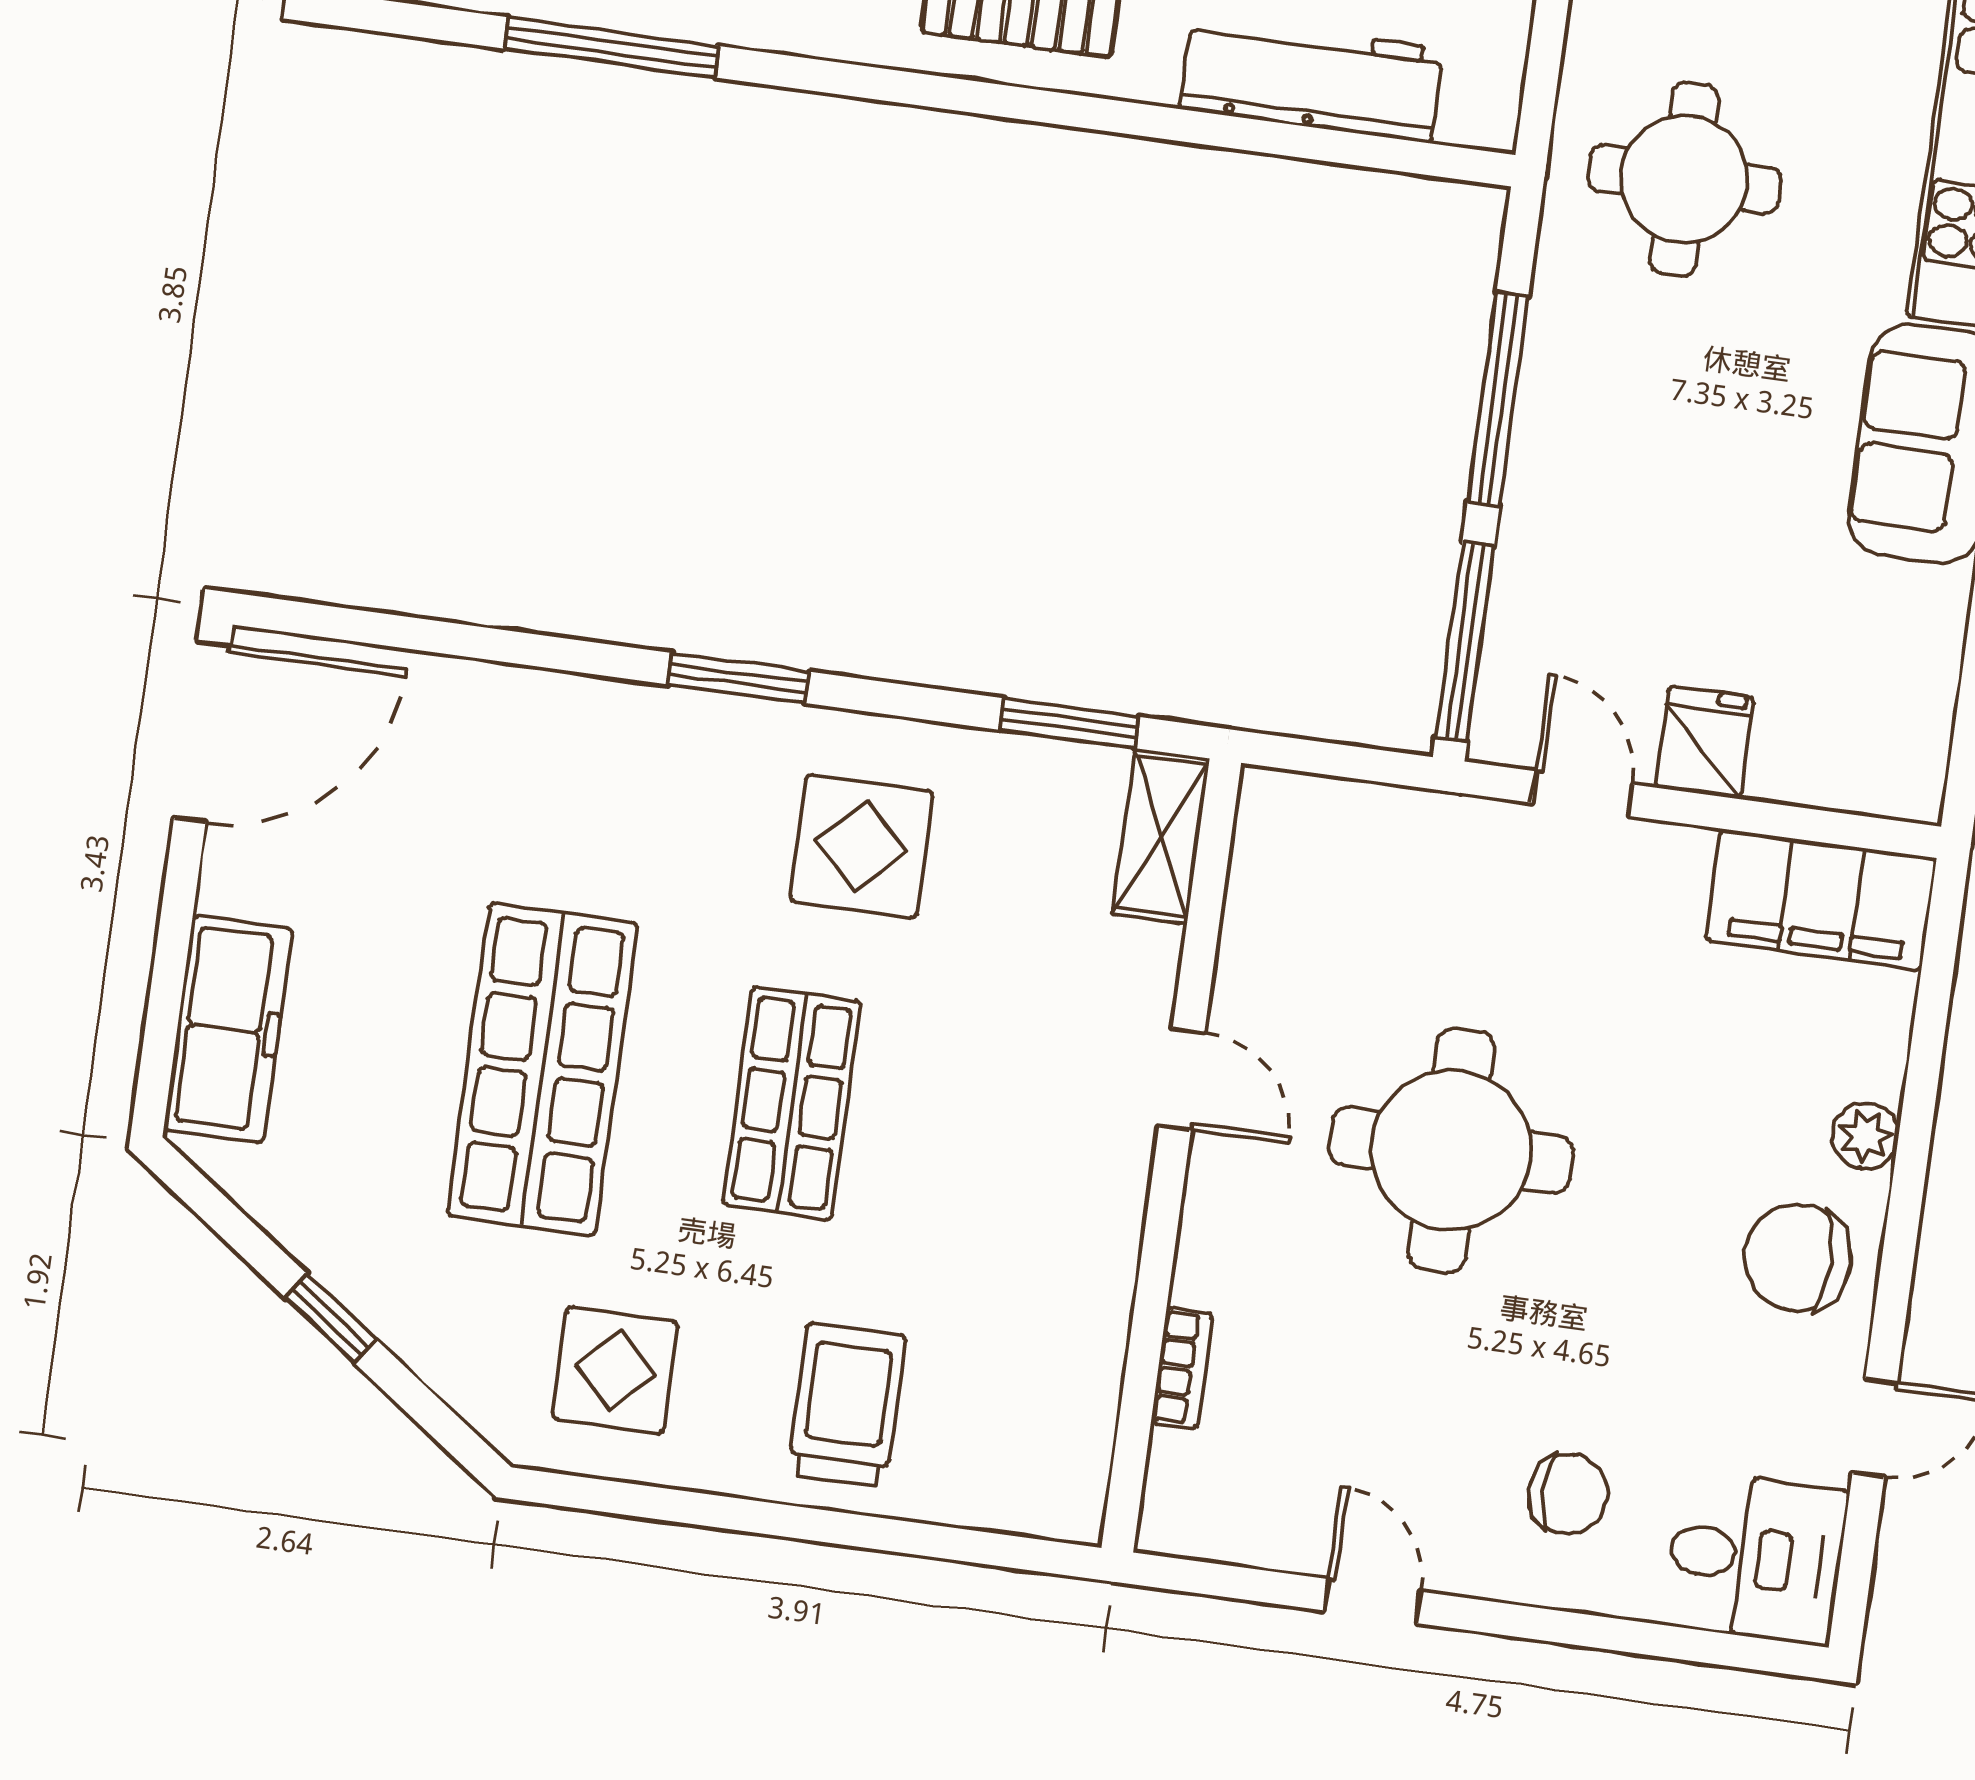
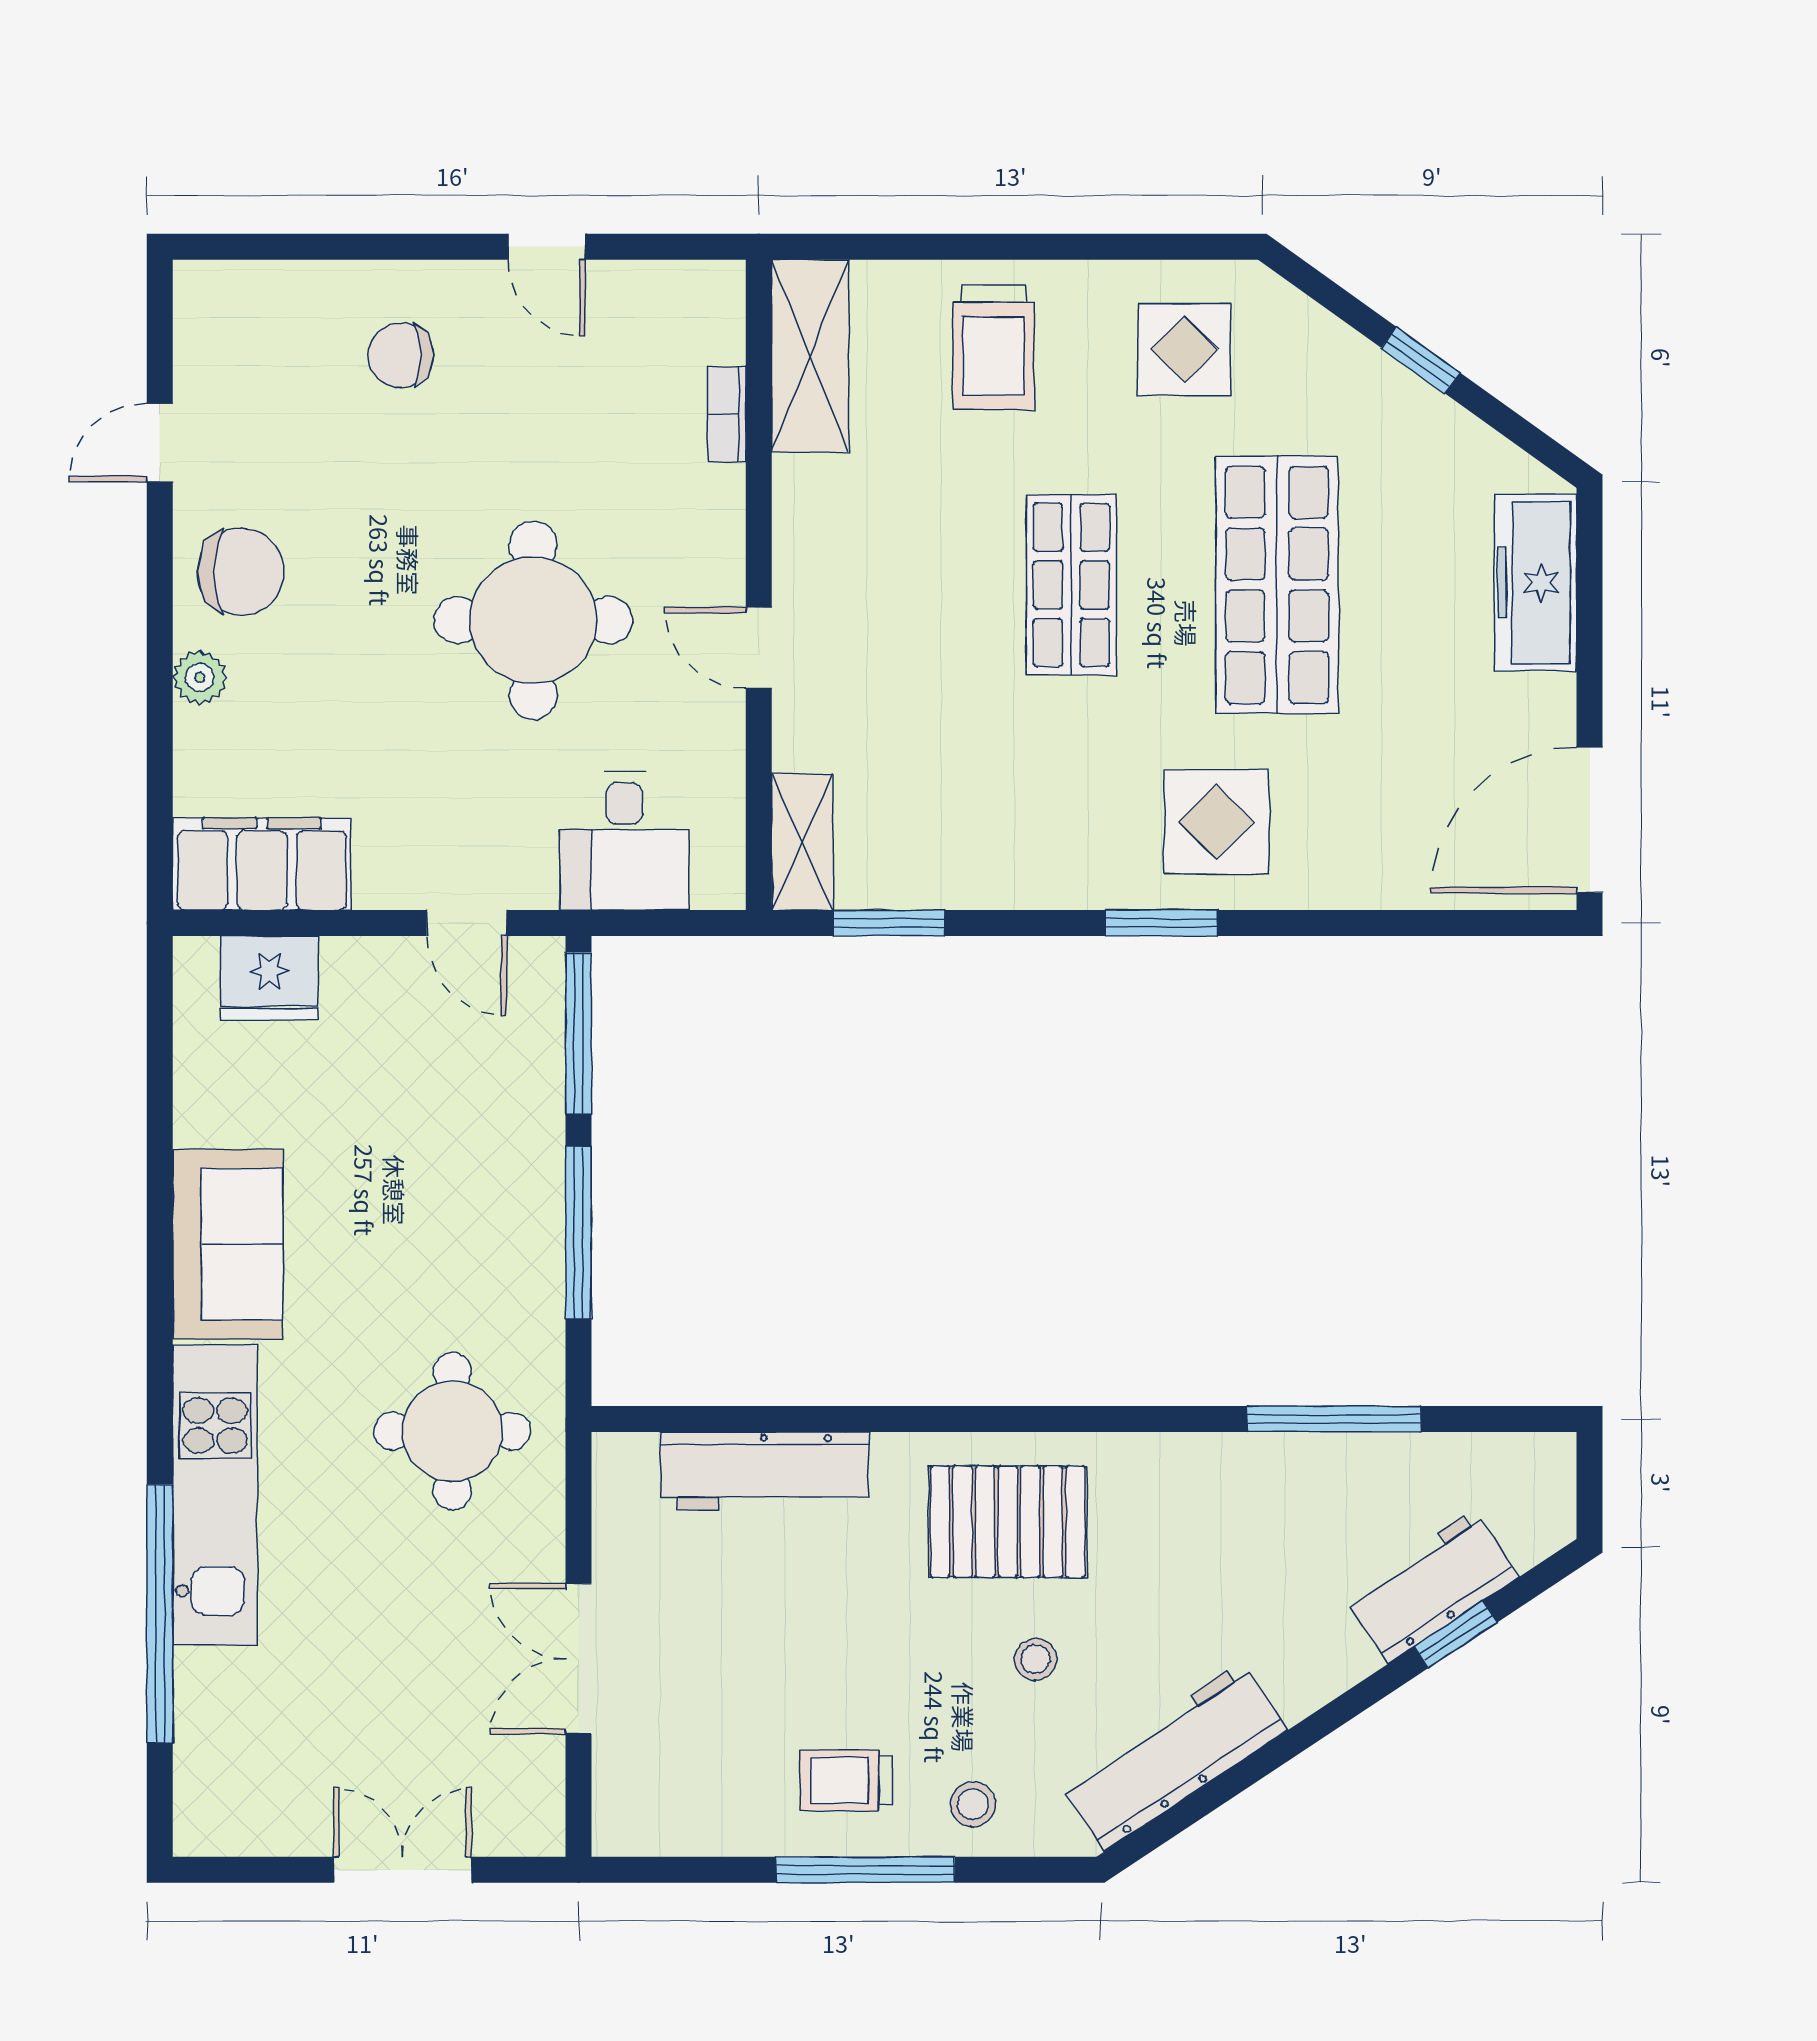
fridge: (1705, 743) -> (270, 978), moved, width x1.38
display table: (861, 846) -> (1217, 822), moved
shelving: (1071, 1425) -> (810, 356), added
desk: (1755, 1558) -> (624, 841), moved, turned -90

